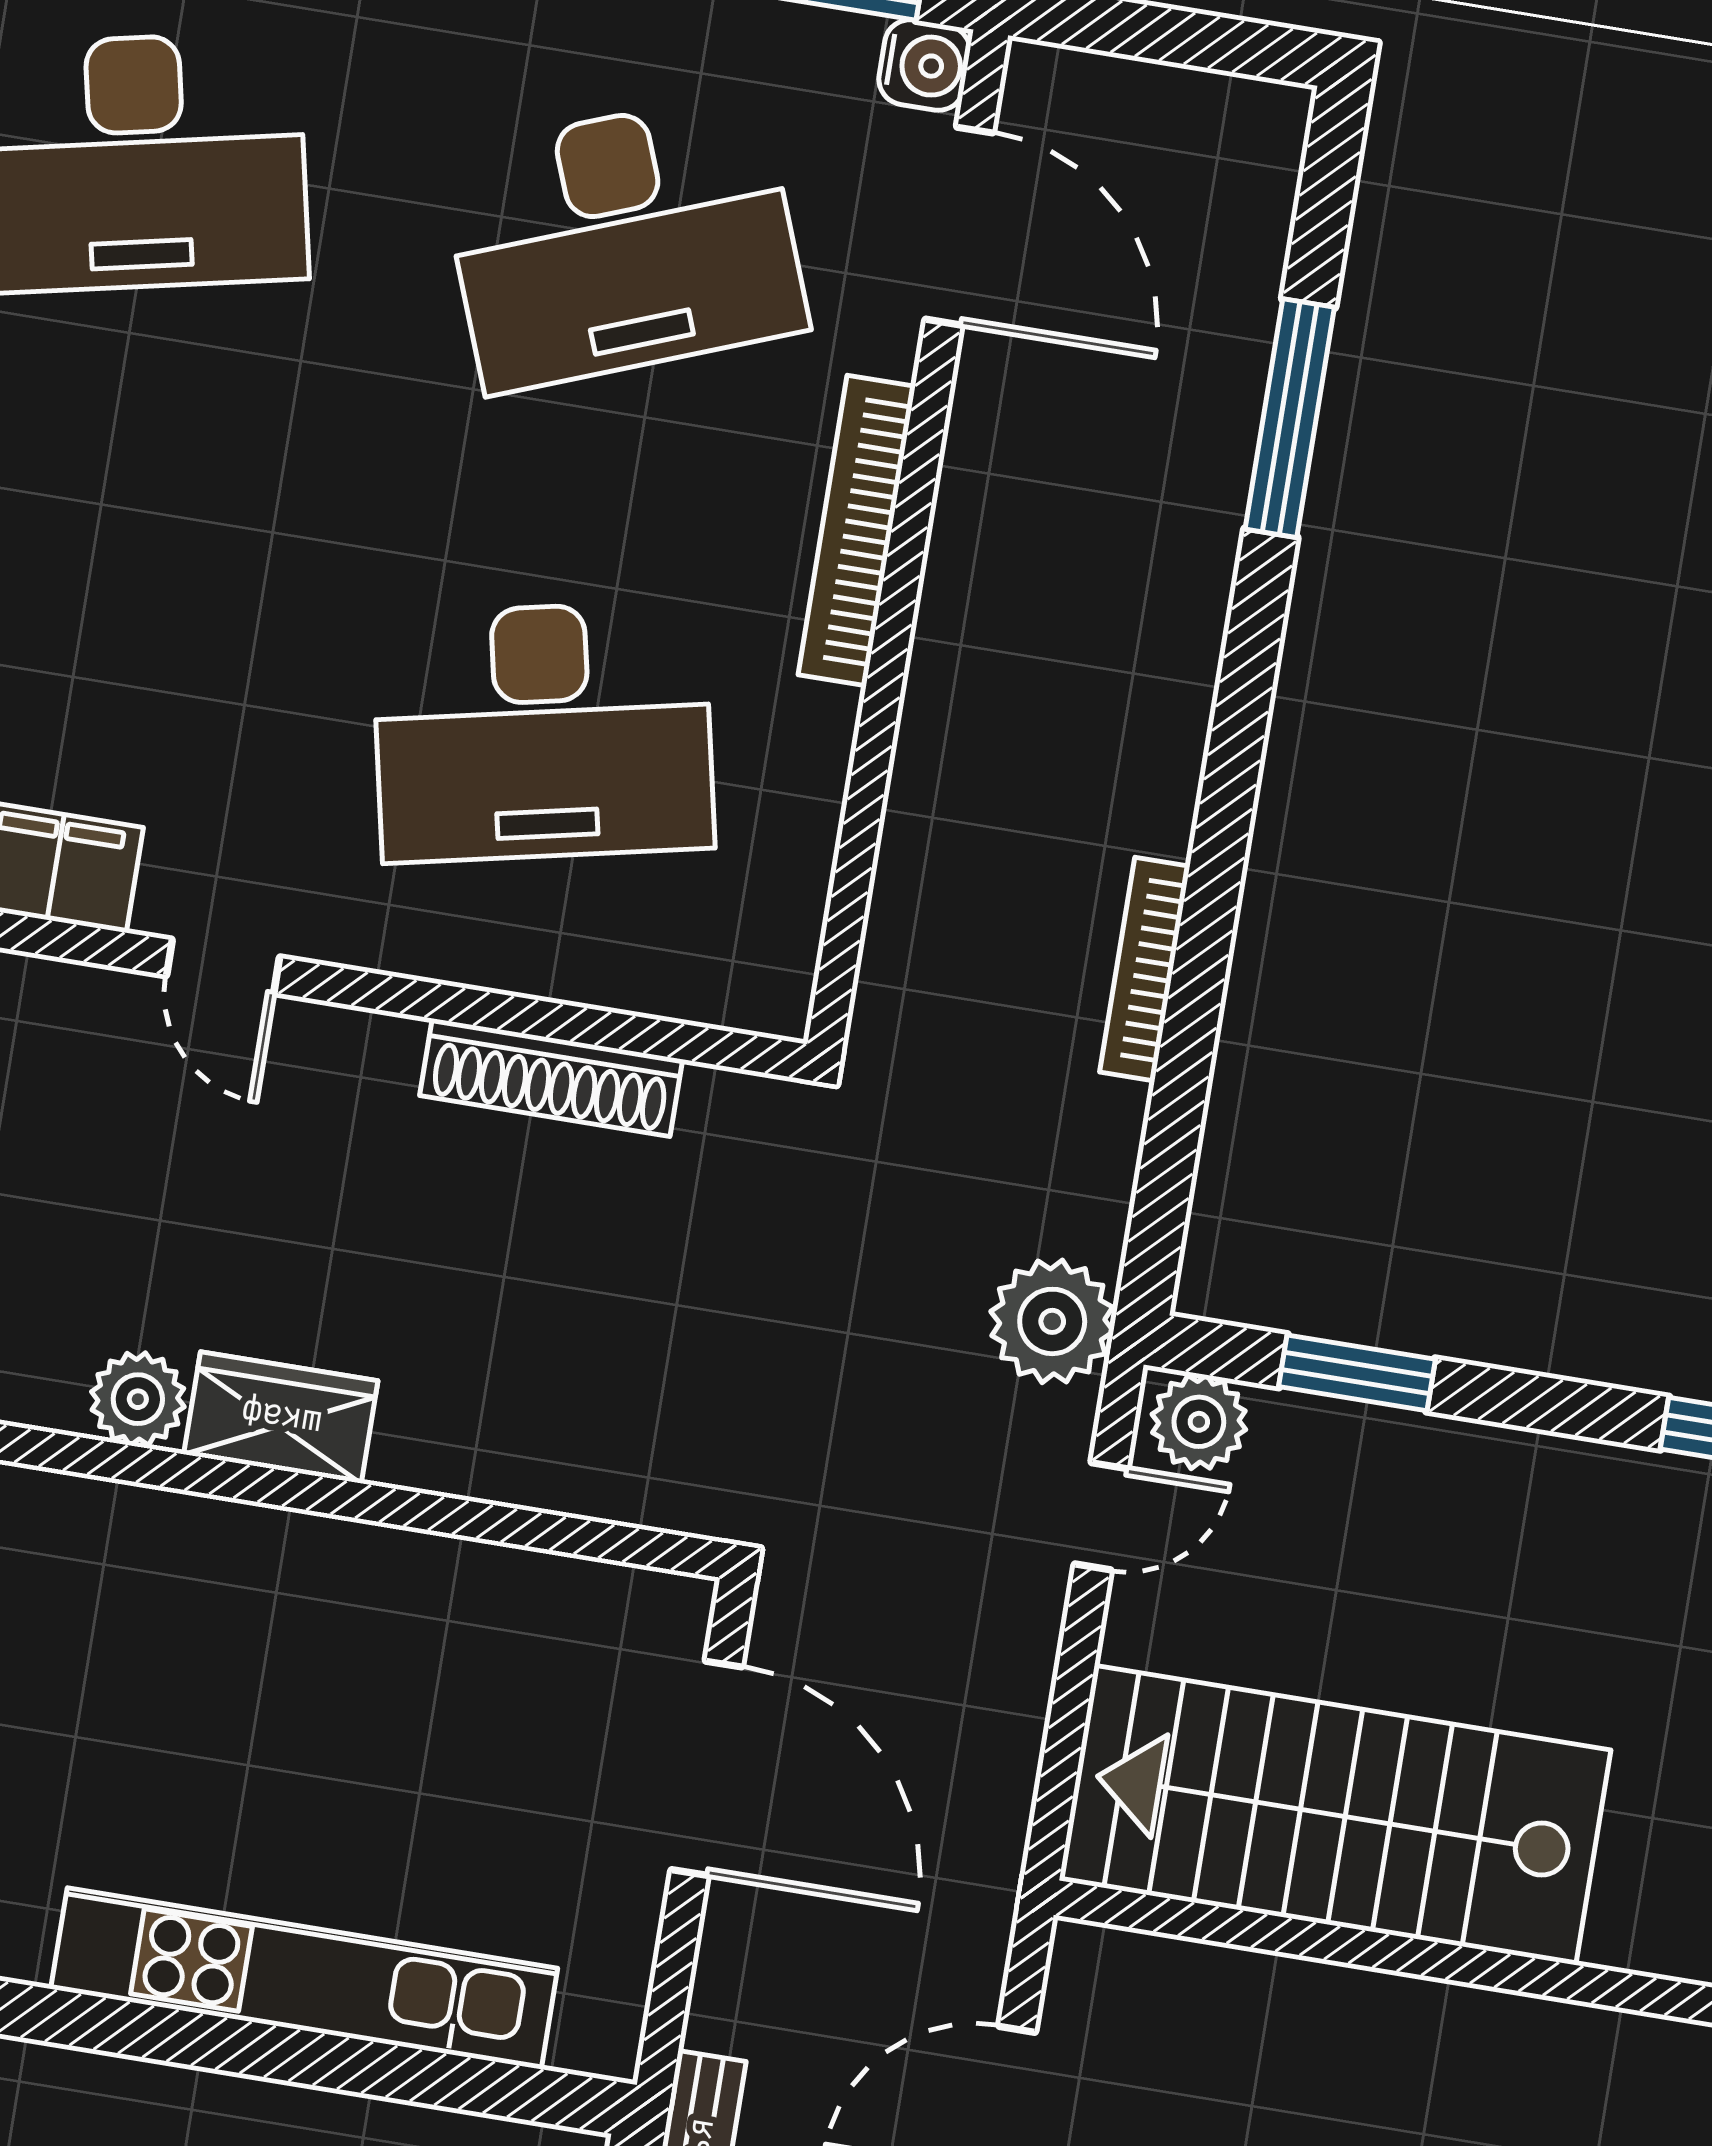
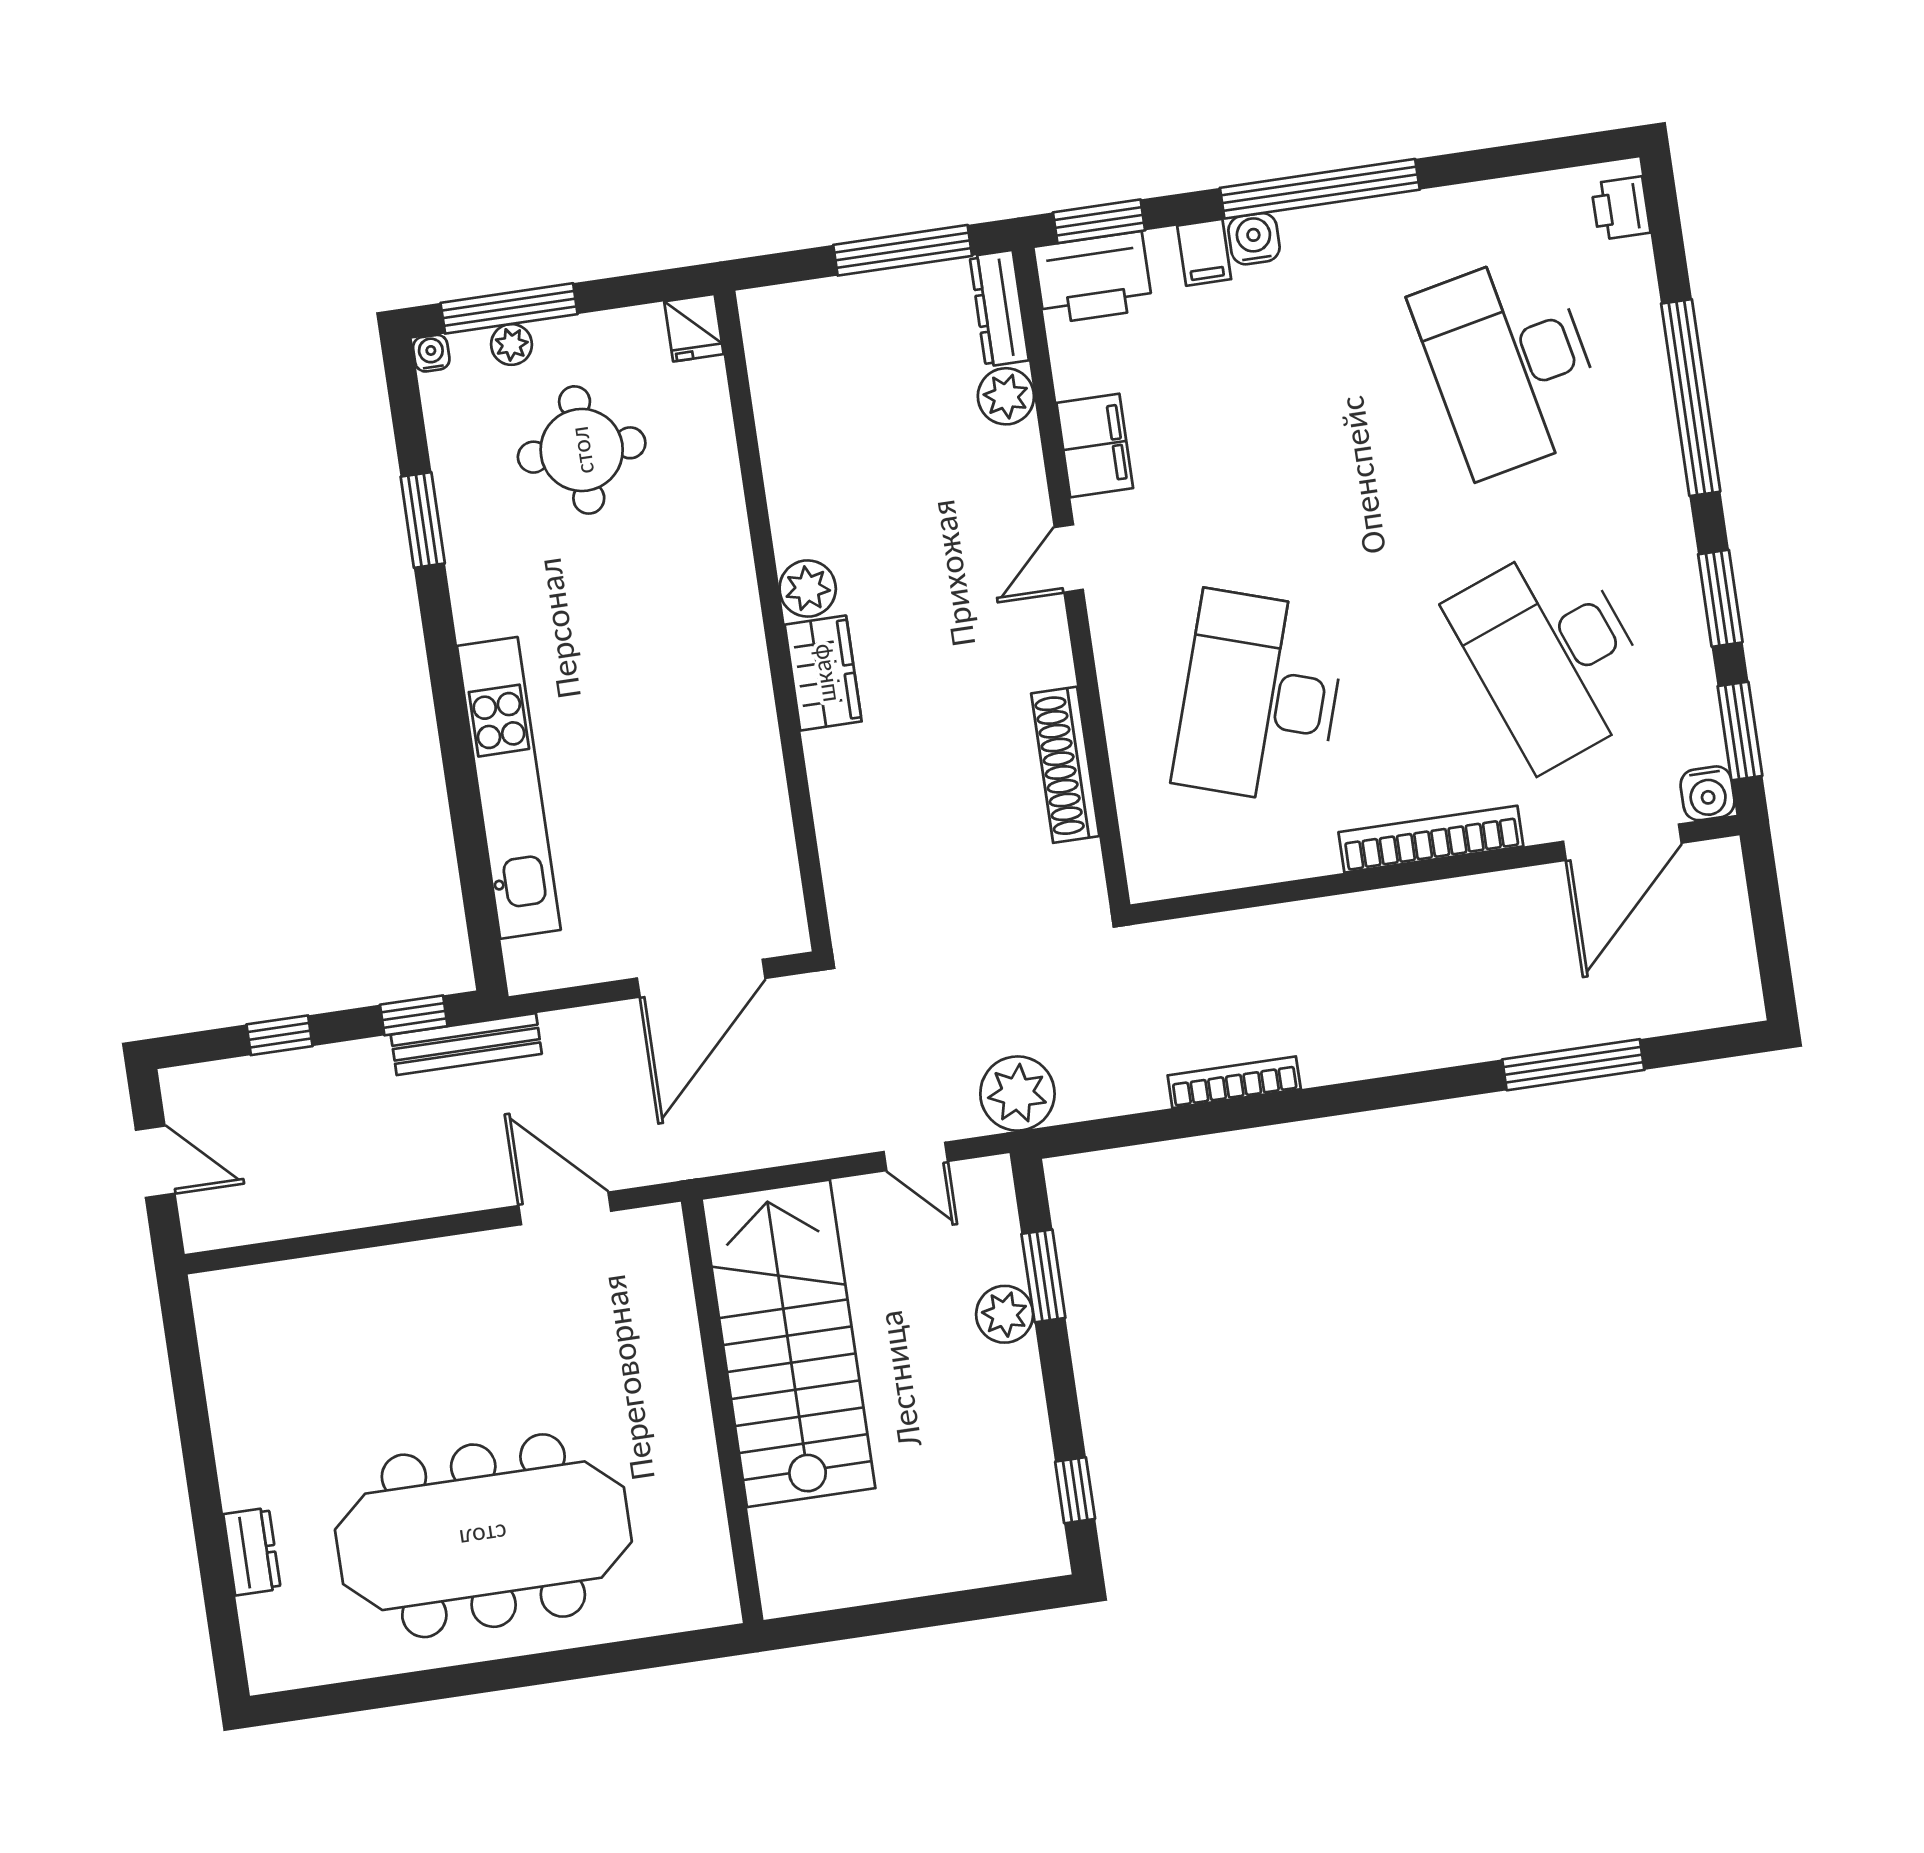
desk: (543, 732) -> (1260, 698), turned 30
plant: (1199, 1422) -> (1005, 1314), moved

